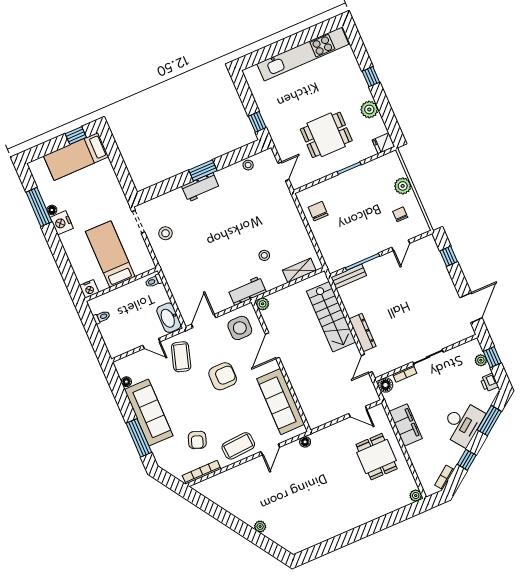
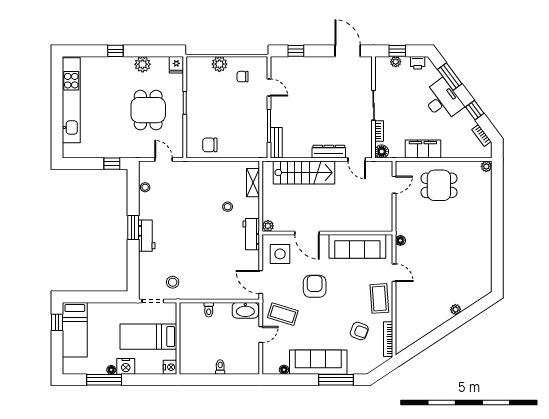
bed: (110, 254) -> (148, 337), moved
wall: (121, 284) -> (178, 338), moved
nightstand: (89, 289) -> (170, 367), moved

